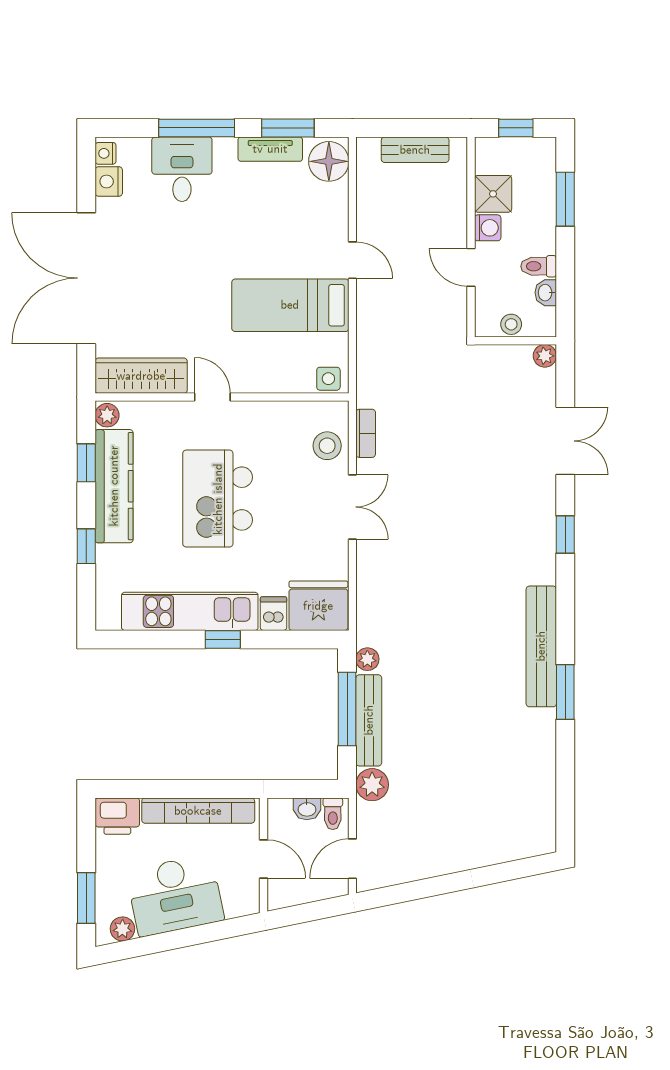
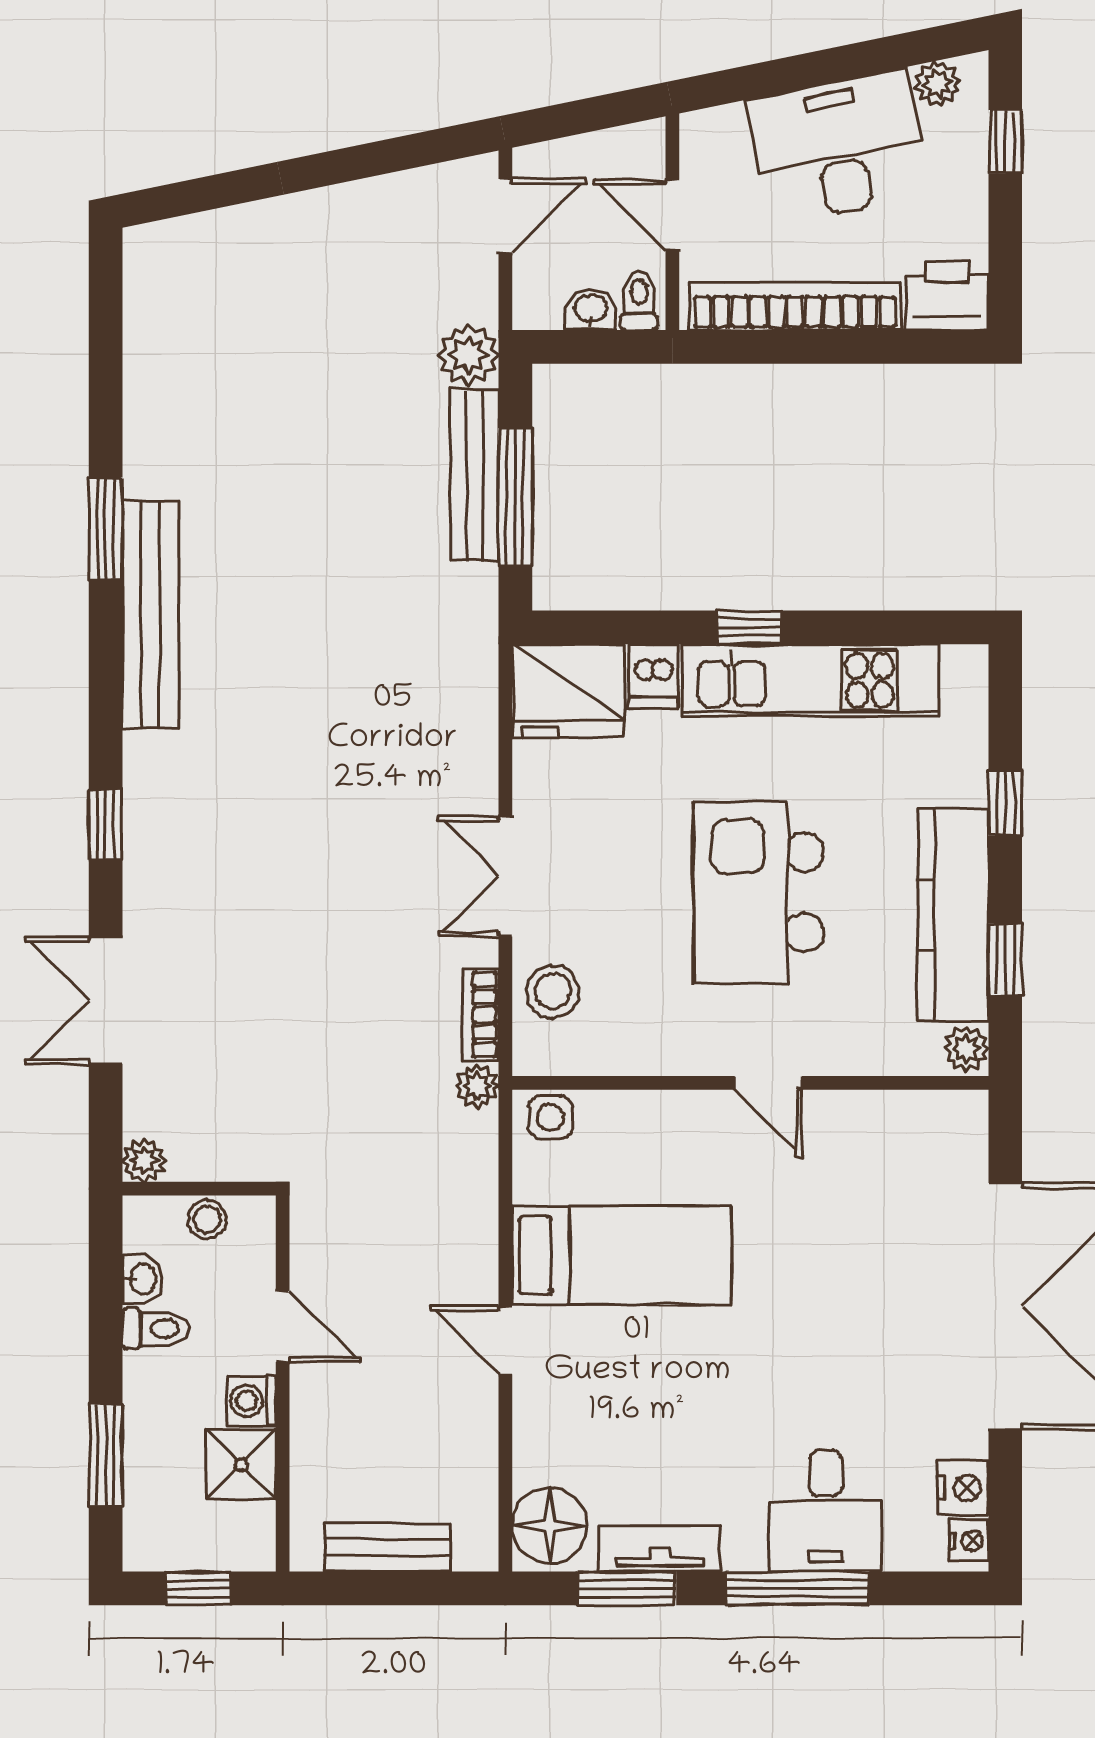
wardrobe: (141, 376) -> (902, 1123), removed
kitchen island: (218, 499) -> (759, 892), turned 180
plant: (367, 659) -> (477, 1086), moved
toilet: (333, 814) -> (639, 300), moved
window: (86, 898) -> (1005, 142), width x0.67

